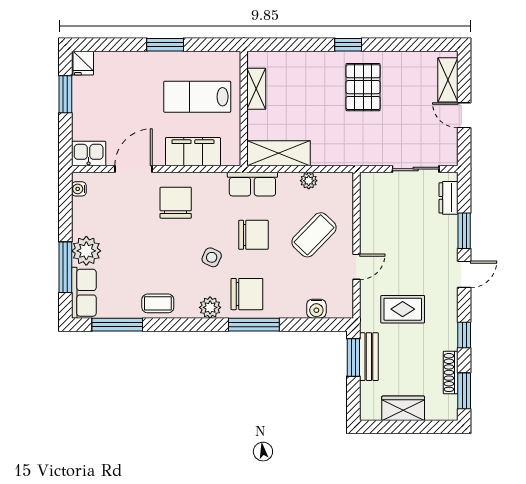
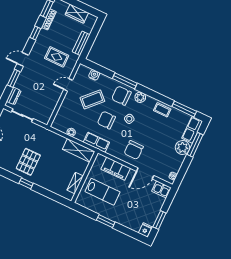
coffee table: (314, 235) -> (92, 99), moved
window: (353, 357) -> (88, 46), removed

